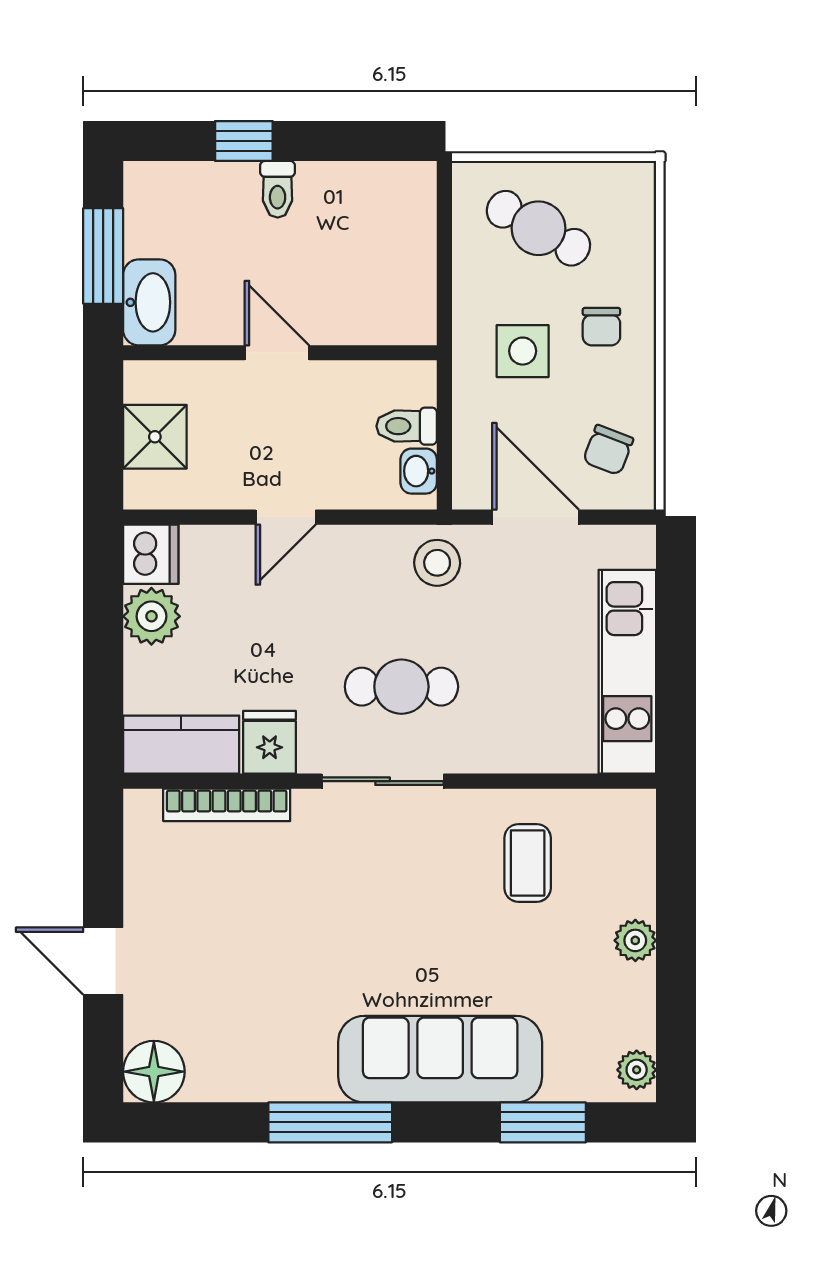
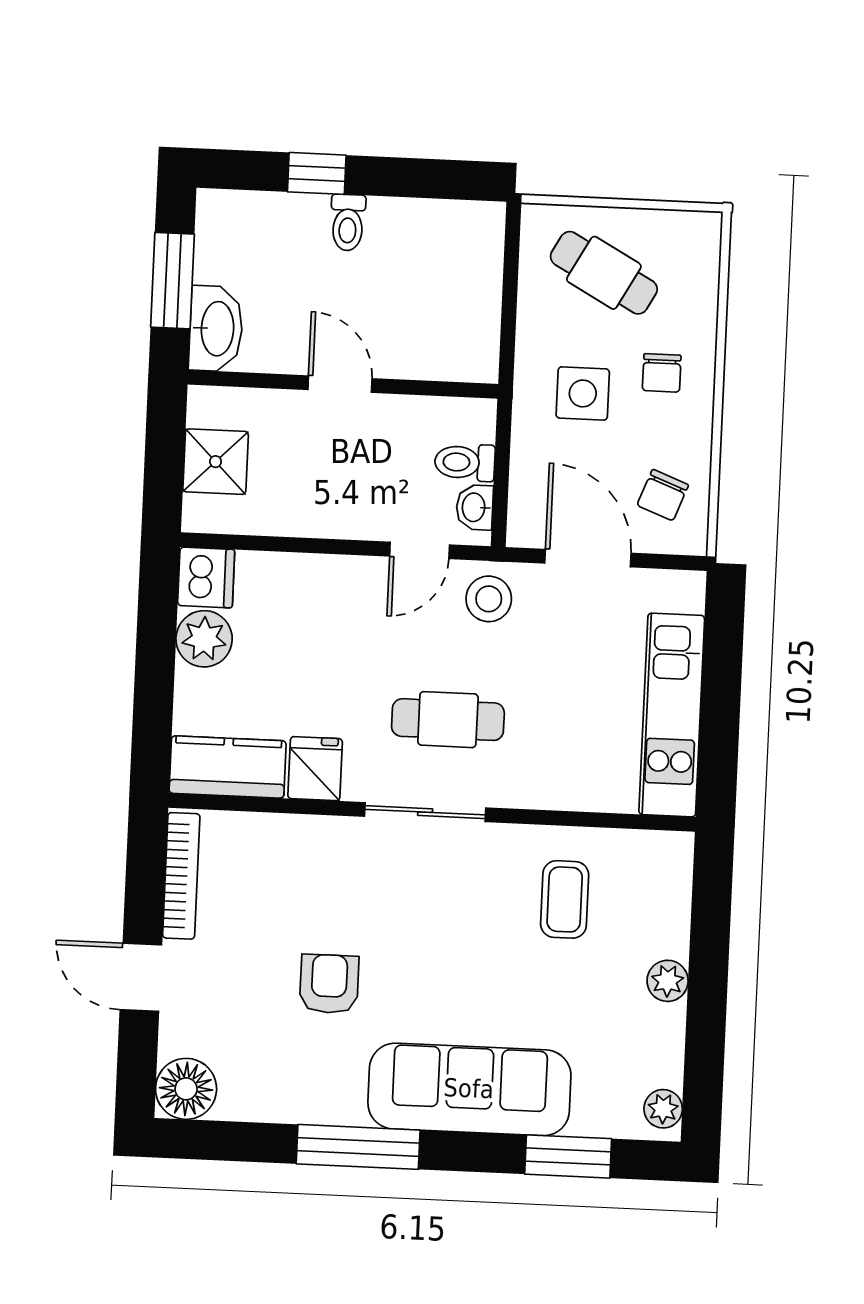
door: (286, 517) -> (420, 550), moved
bookcase: (227, 805) -> (181, 876), moved, turned -90
armchair: (294, 959) -> (329, 984), added

